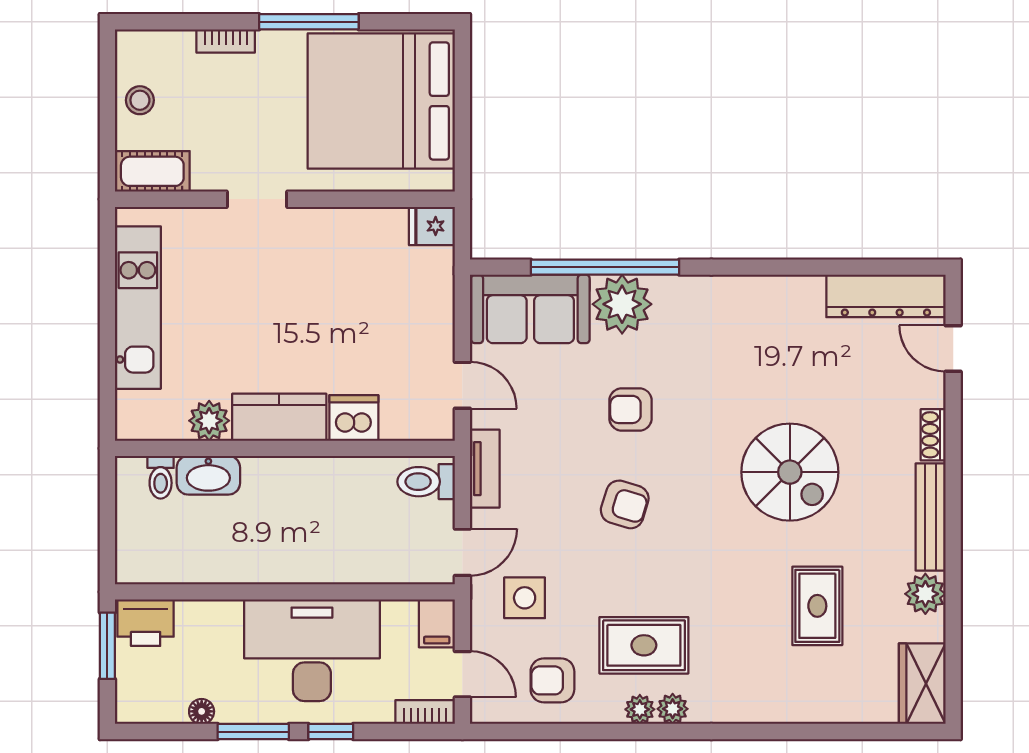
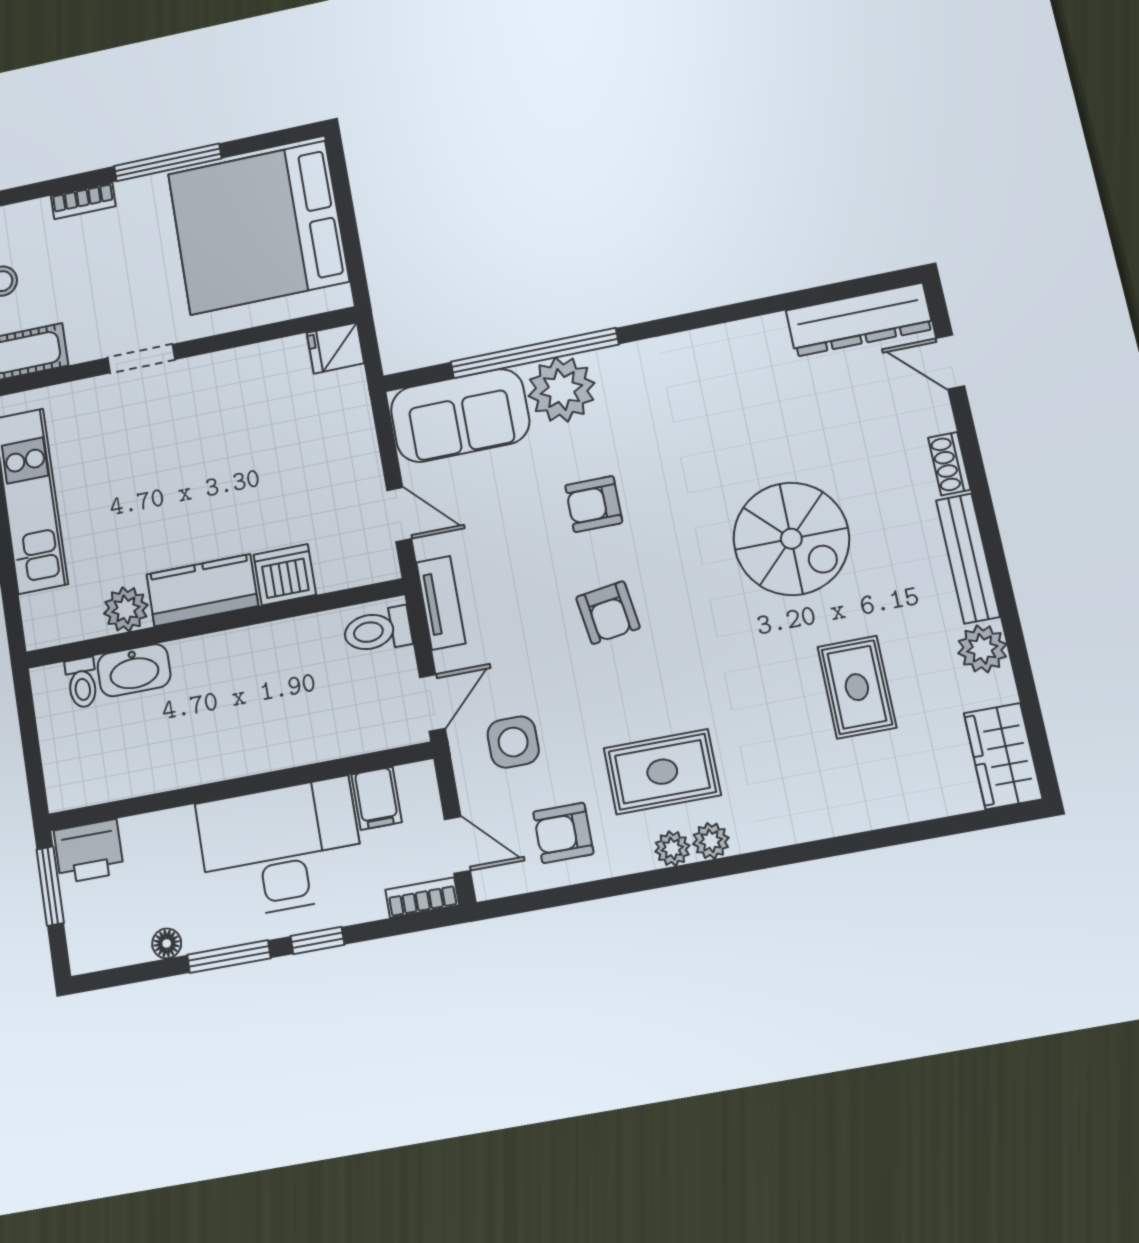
armchair: (625, 504) -> (608, 613), turned 65
filing cabinet: (437, 623) -> (377, 798), moved

